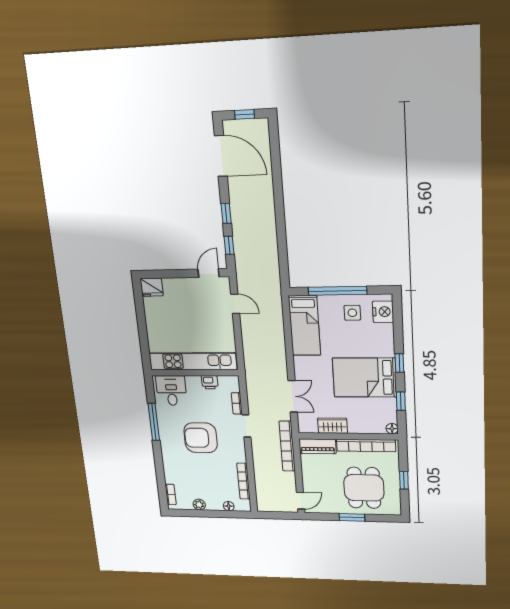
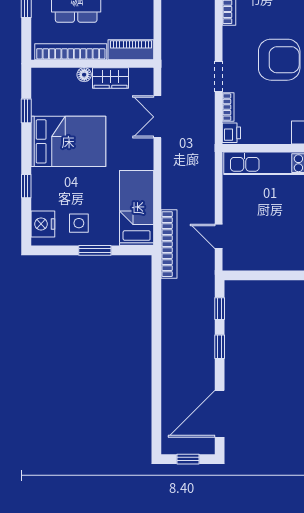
door: (221, 156) -> (220, 414), hinge flipped
door: (209, 273) -> (248, 275), removed
window: (337, 291) -> (95, 250), width x0.47
window: (399, 363) -> (26, 186), moved
printer: (210, 382) -> (231, 133), moved, turned 90
floor lamp: (392, 429) -> (84, 75), moved
bookcase: (287, 446) -> (169, 244), moved

